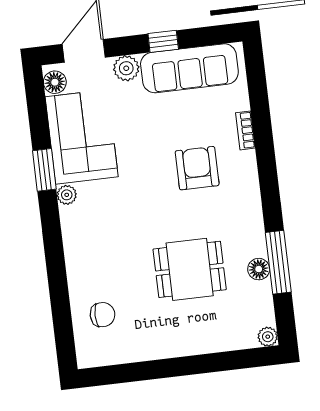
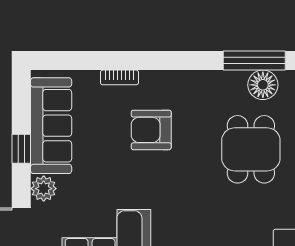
floor lamp: (259, 269) -> (263, 85), width x1.38, depth x1.38

